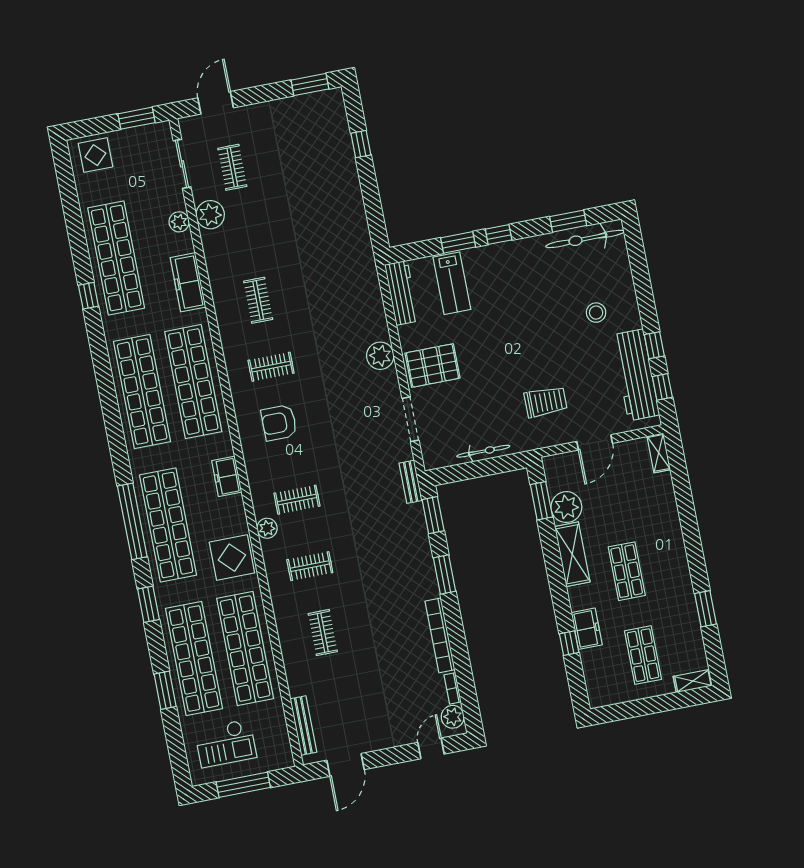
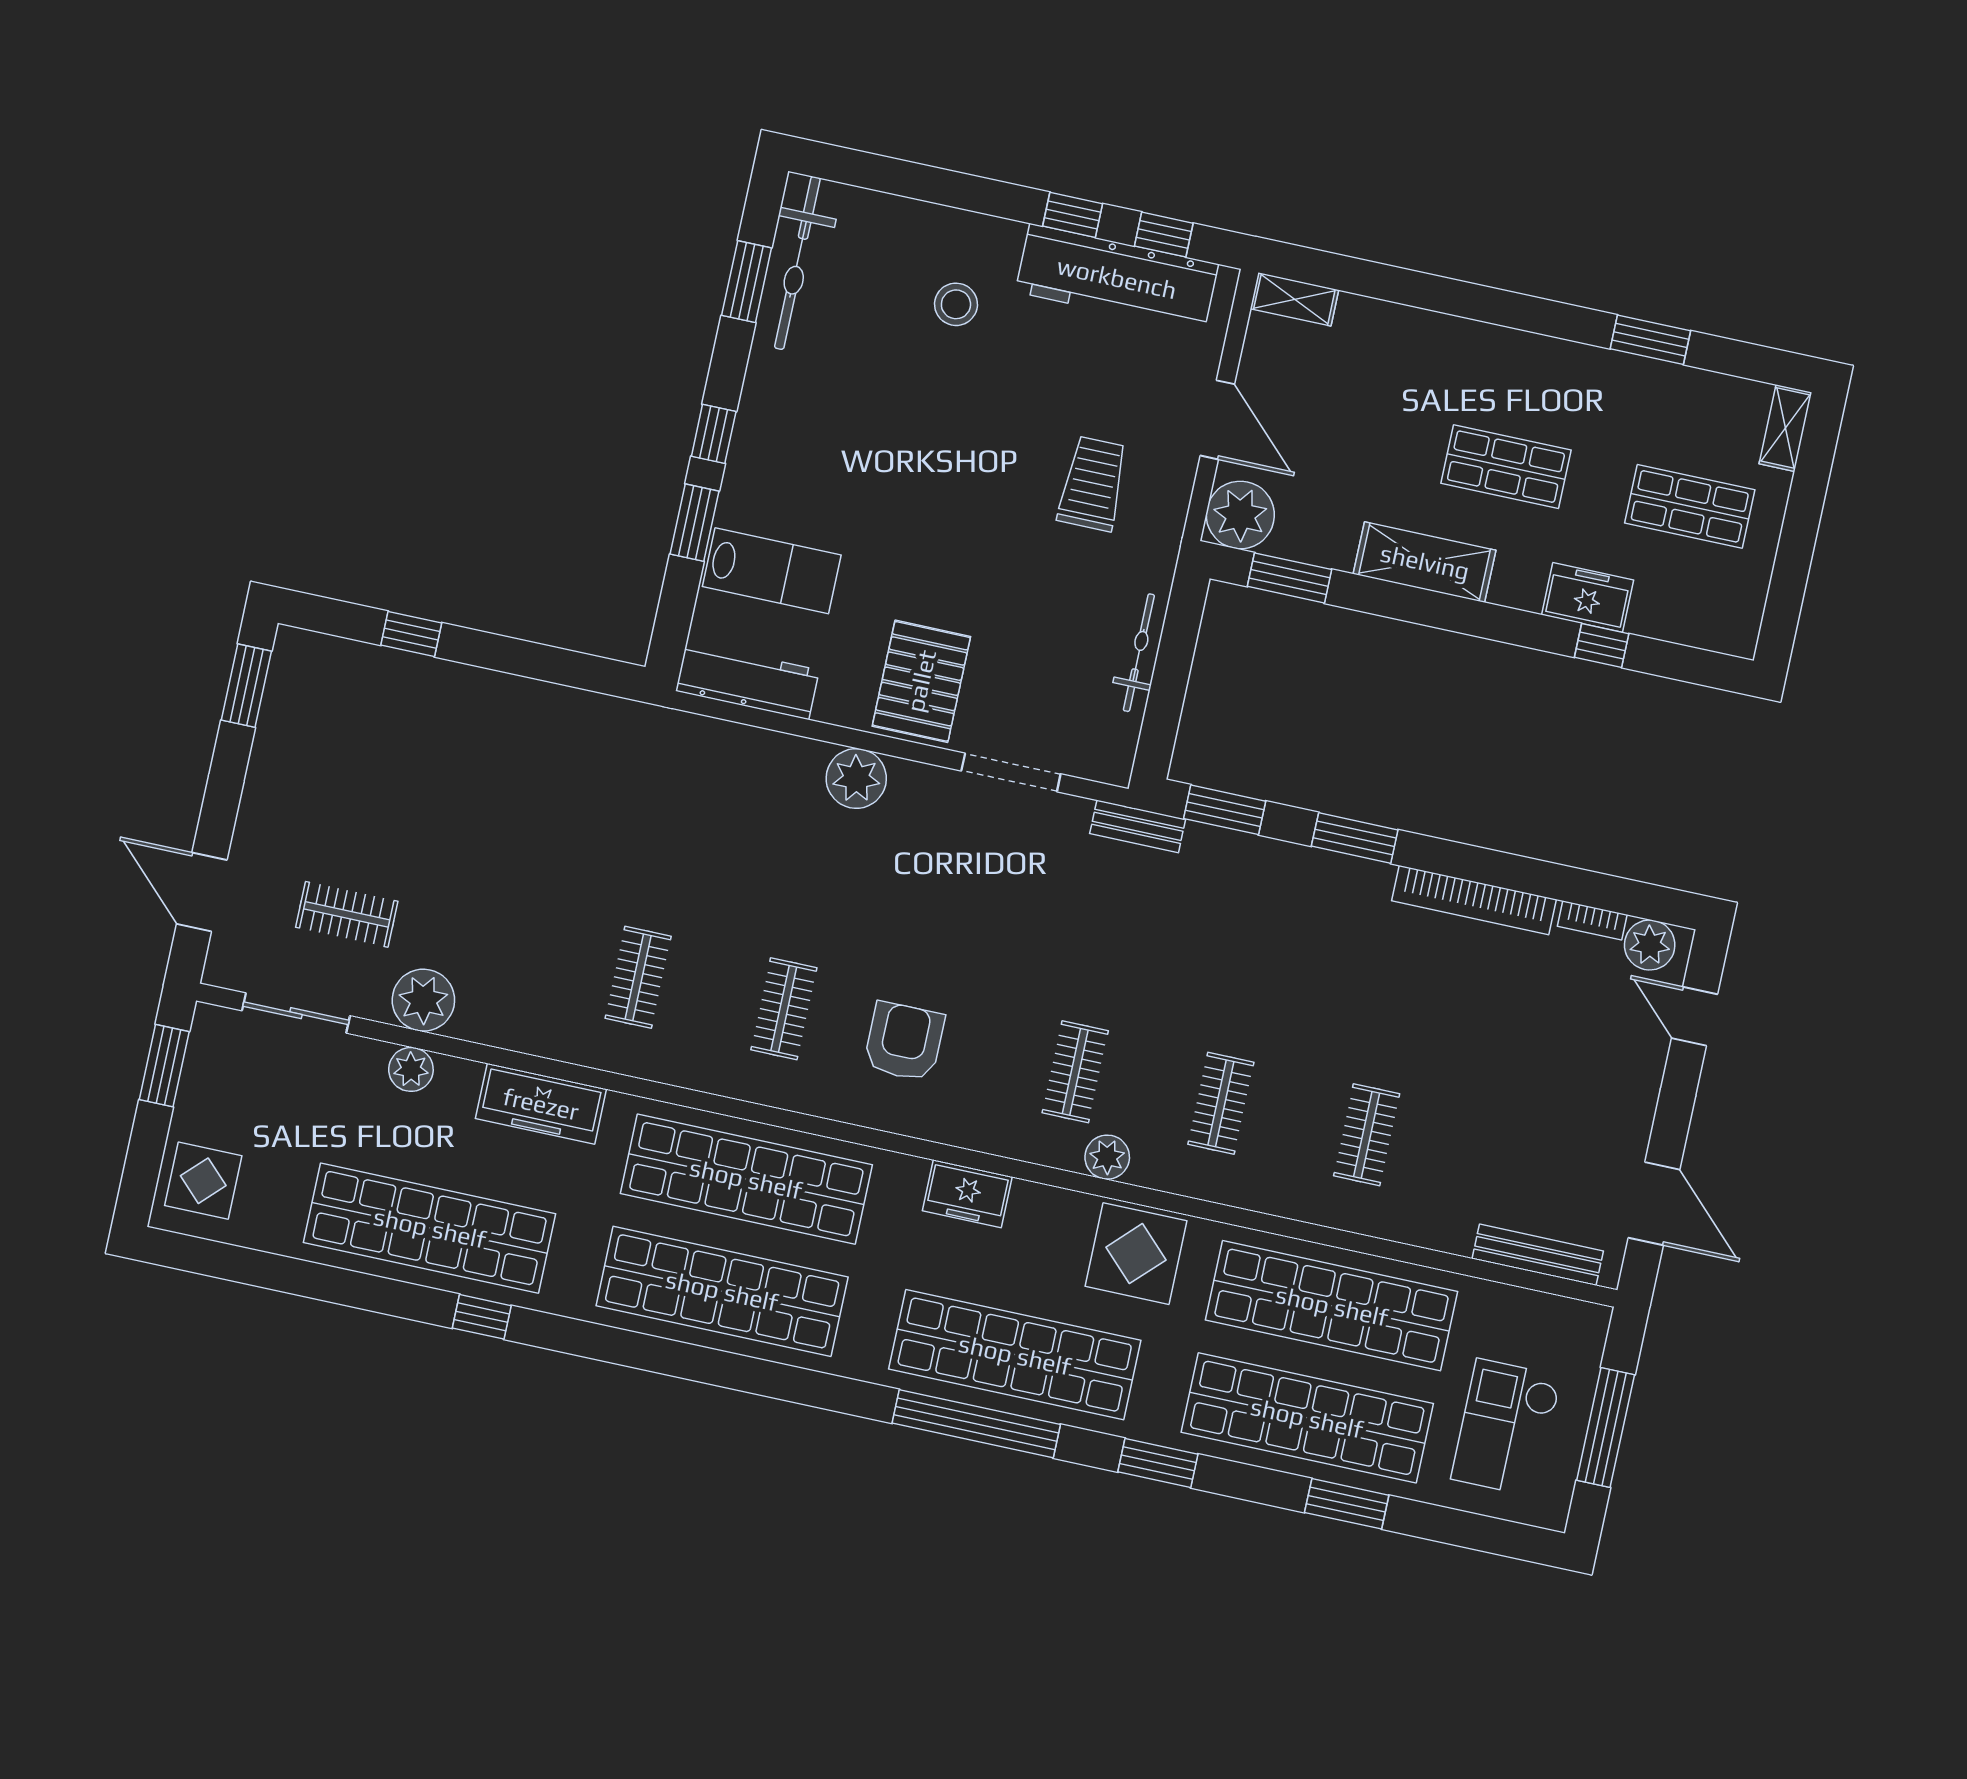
clothes rail: (258, 300) -> (638, 977), turned 90
armchair: (279, 423) -> (904, 1042), turned 180
plant: (566, 507) -> (1240, 515), moved
clothes rail: (323, 633) -> (1367, 1135), turned 90
checkout: (226, 743) -> (1506, 1428), turned 180

